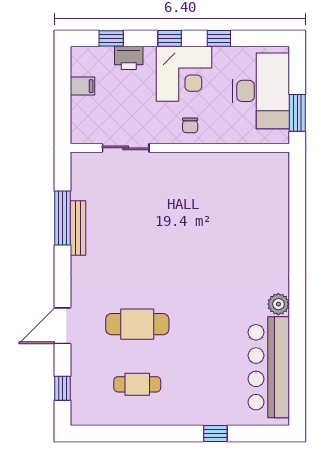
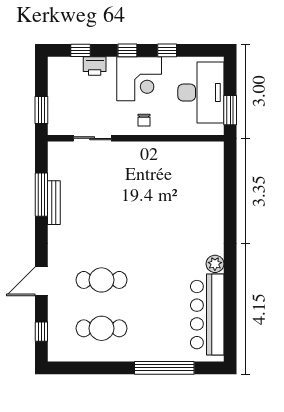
filing cabinet: (83, 86) -> (58, 89), removed
window: (63, 113) -> (41, 110), added
cafe table: (137, 384) -> (101, 328), width x1.37, depth x1.35
window: (215, 433) -> (164, 368), width x3.17

